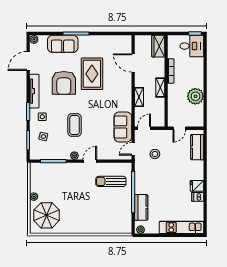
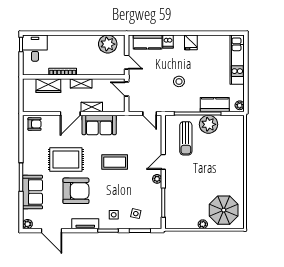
armchair: (124, 46) -> (35, 124), added
wardrobe: (158, 46) -> (48, 86), moved
door: (133, 63) -> (70, 114), moved
tv unit: (34, 91) -> (85, 224), width x0.71
plant: (195, 96) -> (108, 44), moved
coffee table: (75, 125) -> (115, 162), moved
sofa: (123, 127) -> (99, 125), moved
door: (144, 128) -> (127, 89), moved
stool: (155, 154) -> (179, 81), moved
door: (90, 161) -> (163, 162), hinge flipped
dishwasher: (198, 197) -> (168, 42), moved
plant: (123, 202) -> (209, 124), added

